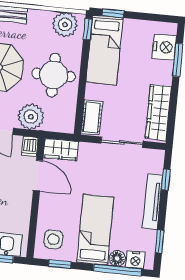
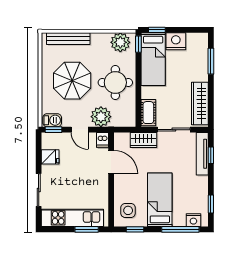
nightstand: (164, 47) -> (176, 41), moved, turned -90
wardrobe: (61, 149) -> (144, 140), moved
tv unit: (153, 202) -> (202, 154), moved
floor lamp: (117, 258) -> (179, 220), removed

